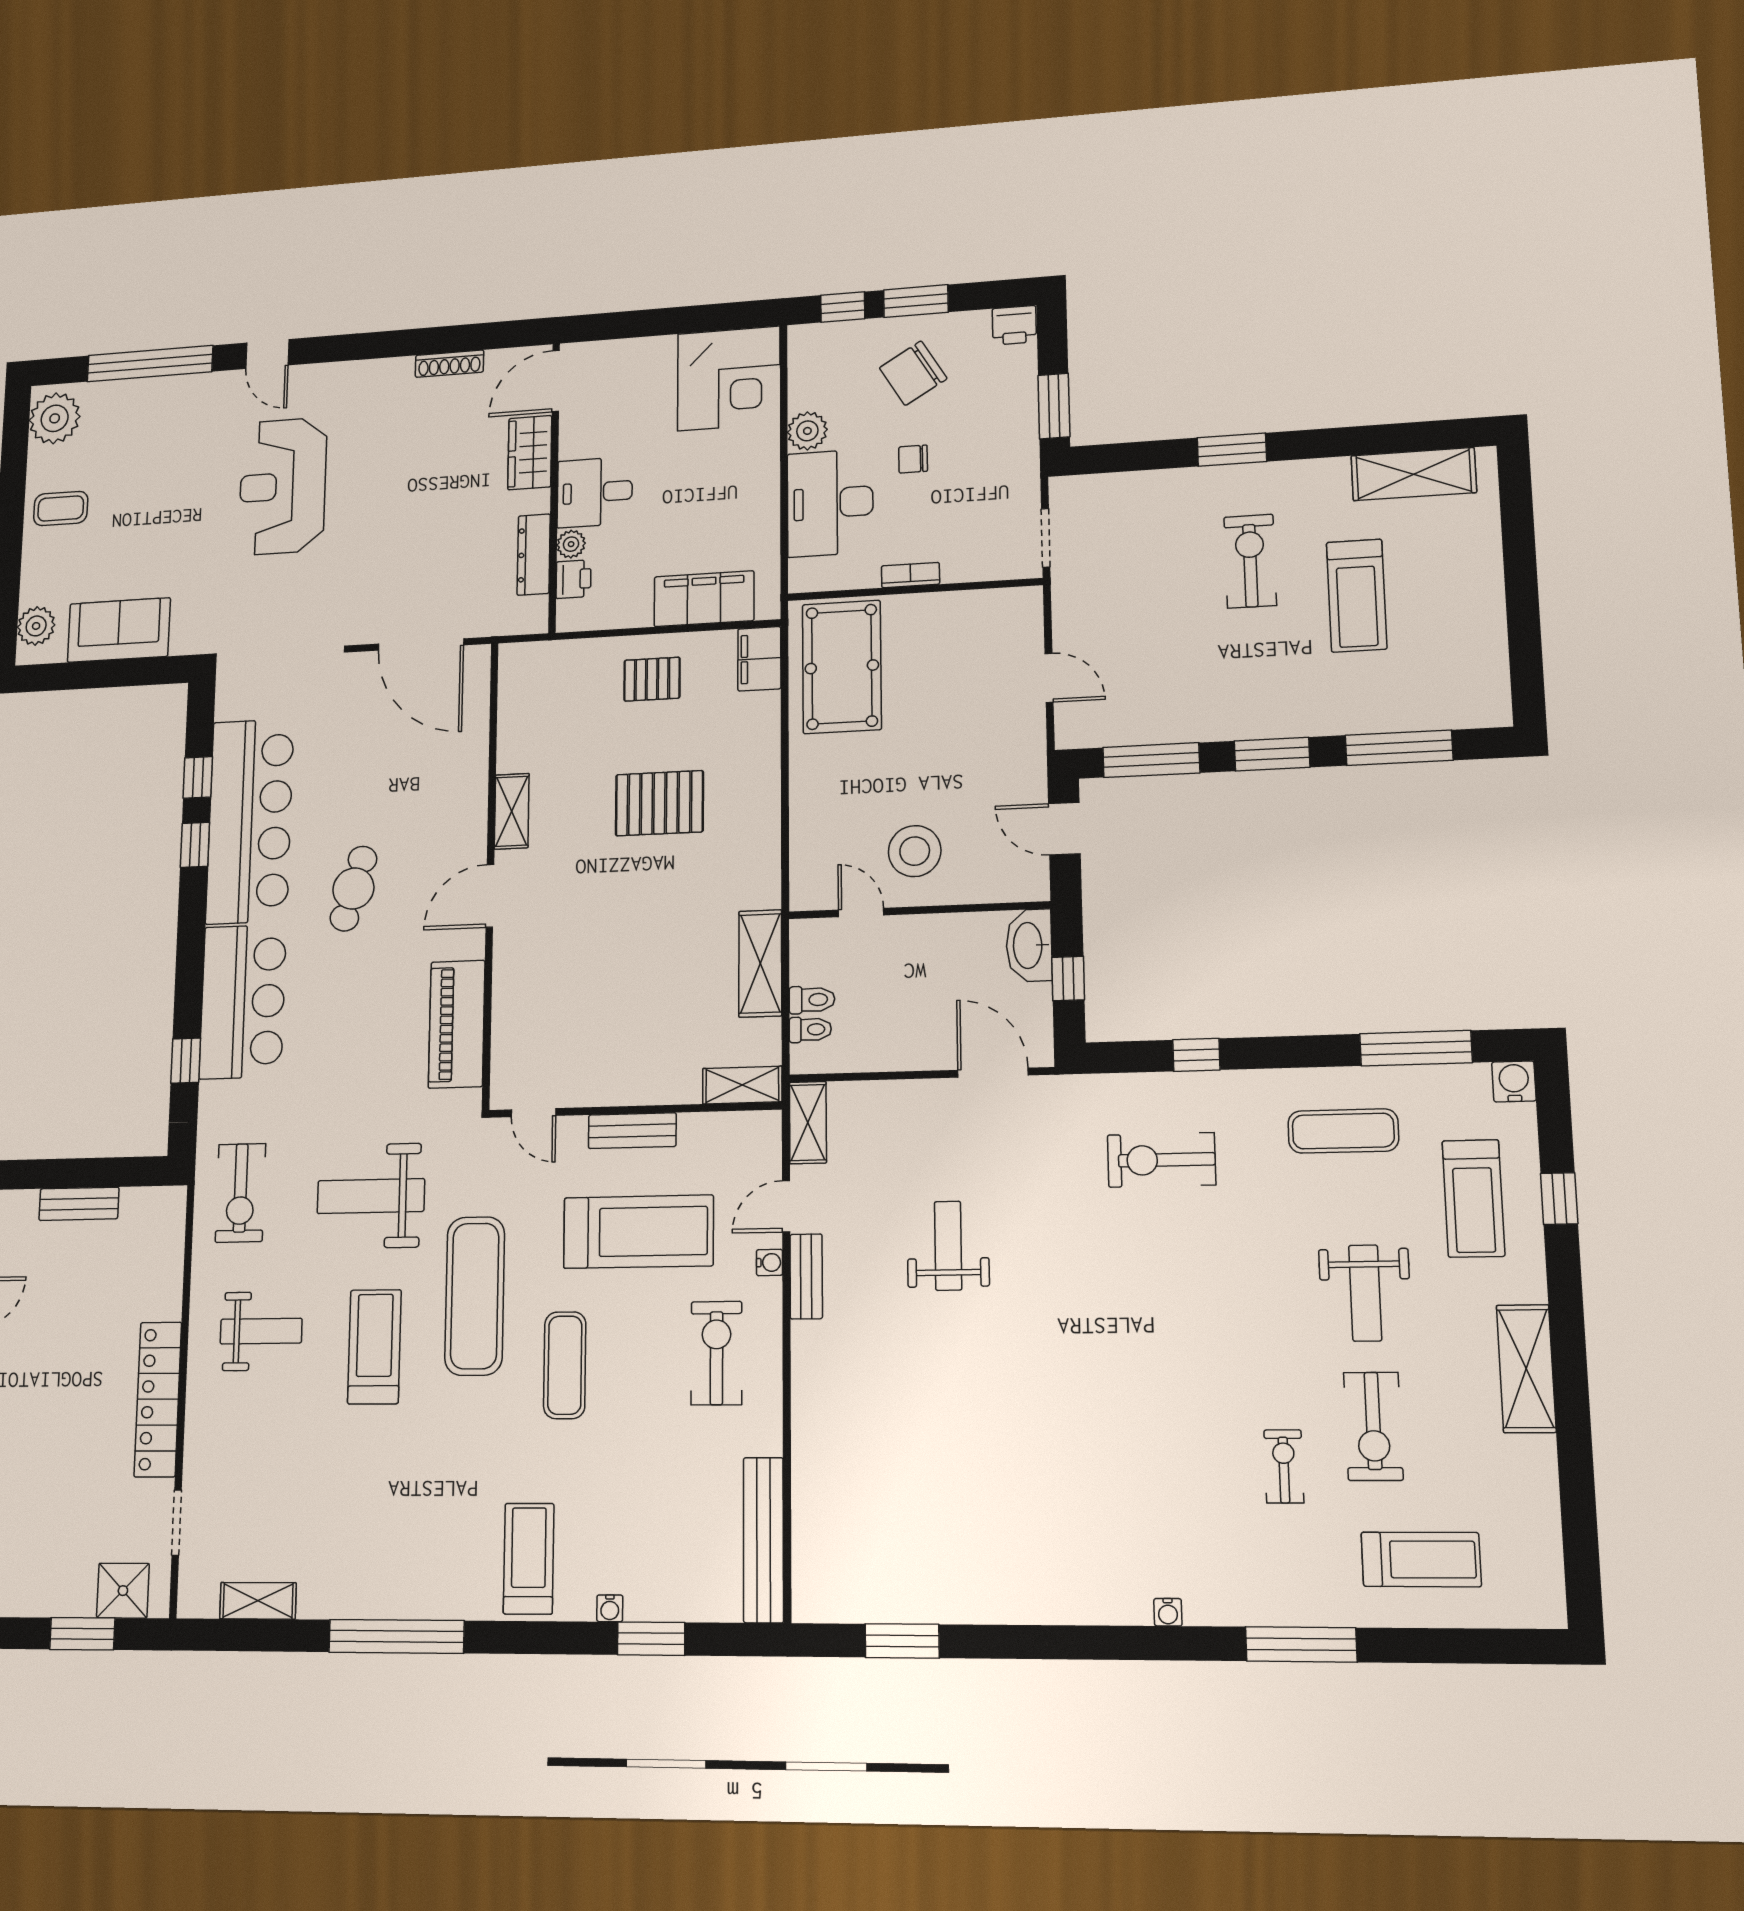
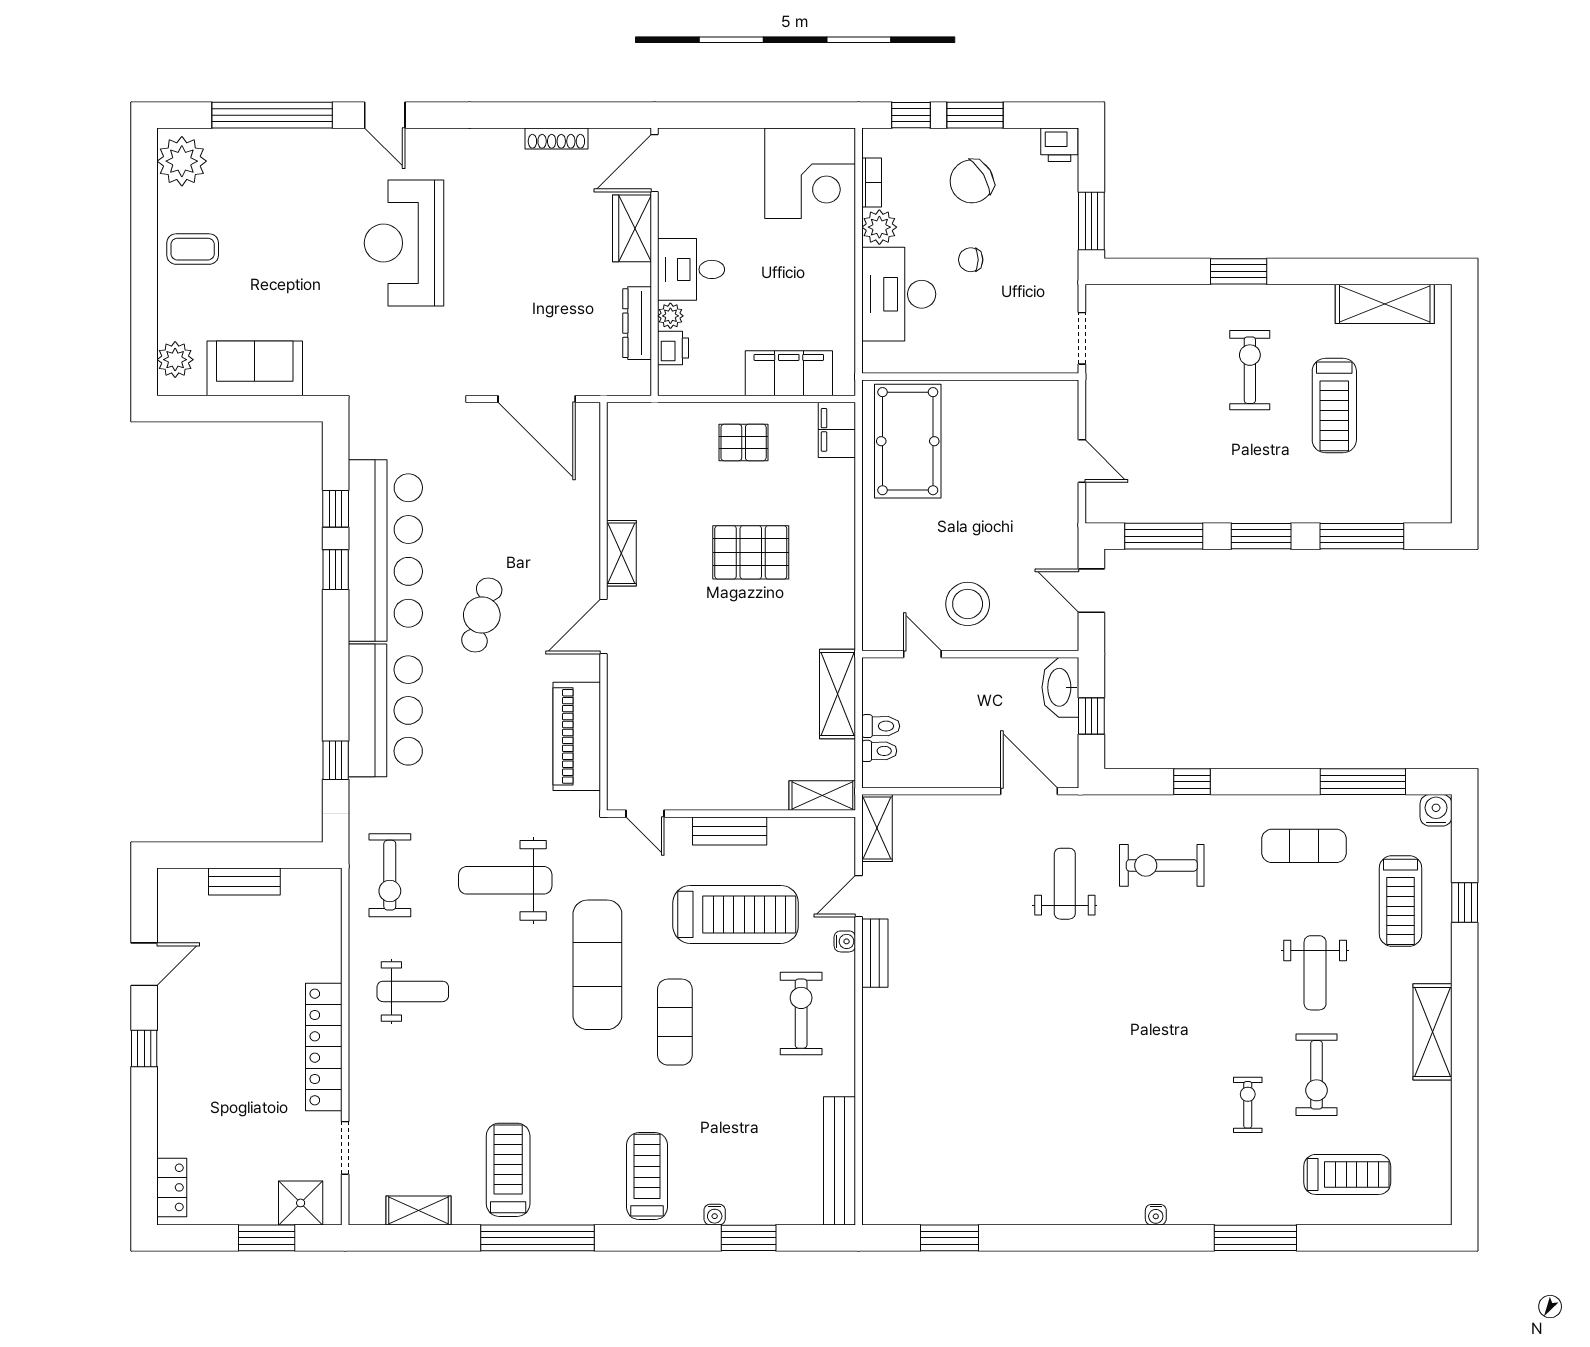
bookcase: (910, 575) -> (872, 182), moved, turned 90
weight bench: (948, 1246) -> (1065, 884), moved
treadmill: (374, 1347) -> (508, 1170), moved

